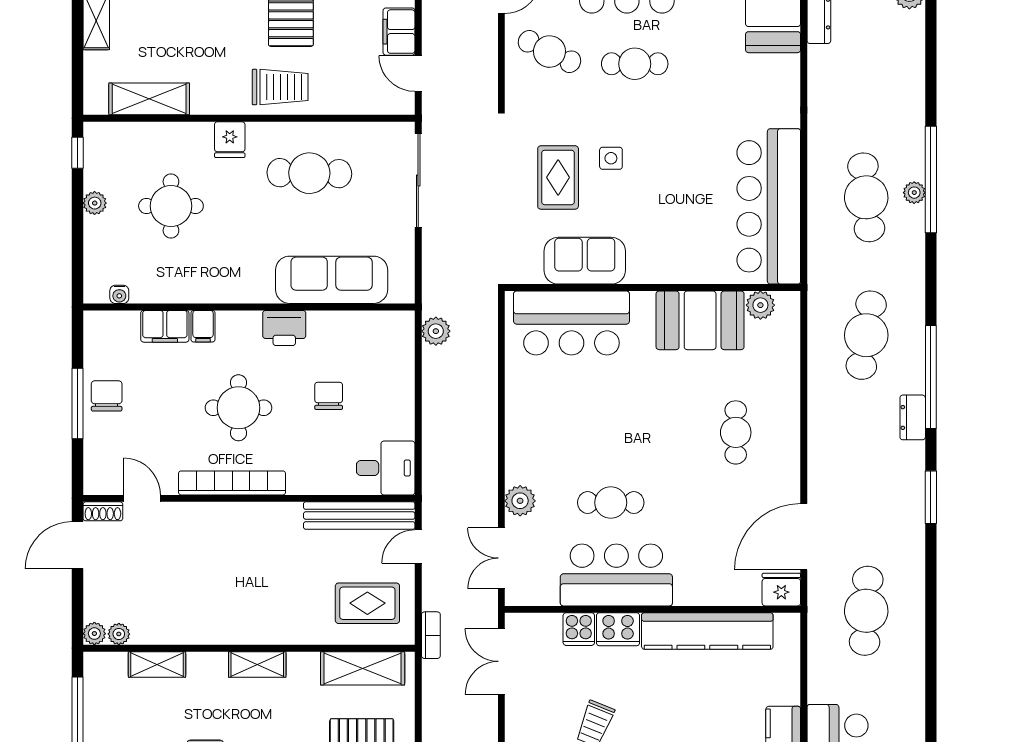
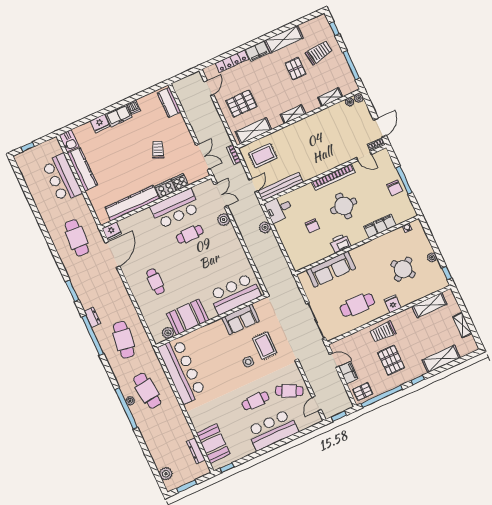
round table: (171, 206) -> (403, 269), turned -35
plant: (436, 331) -> (265, 227), moved

